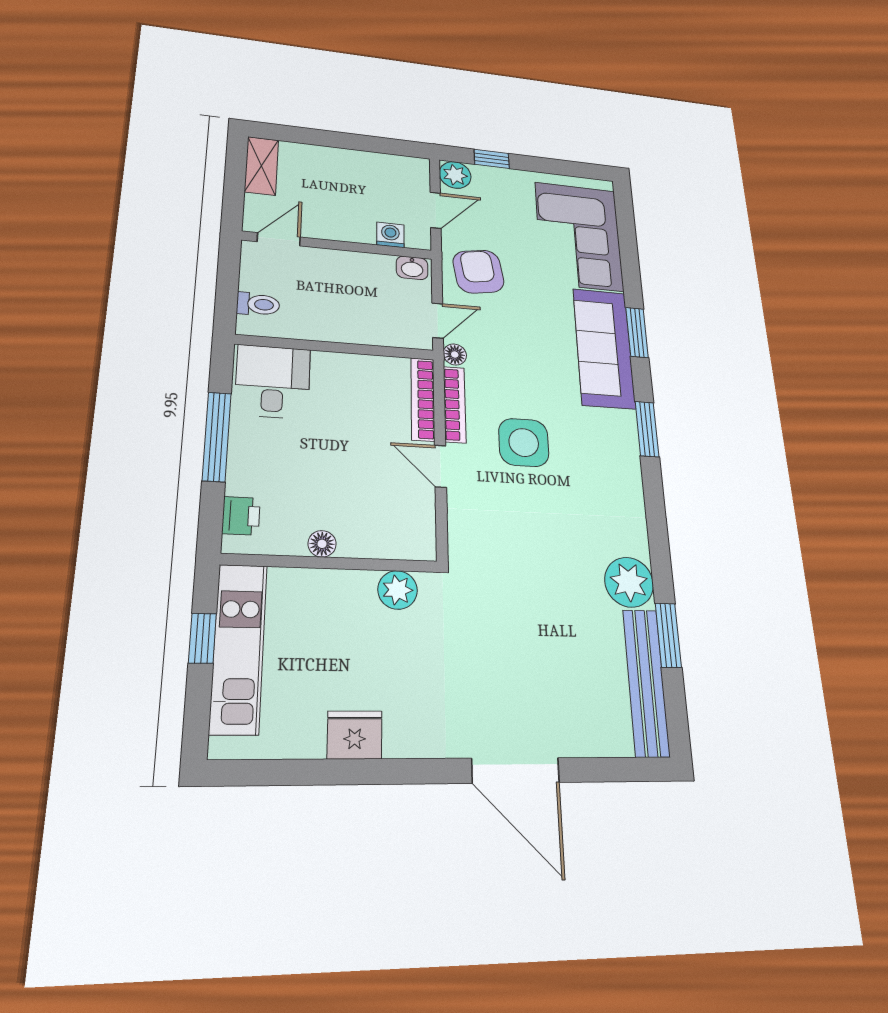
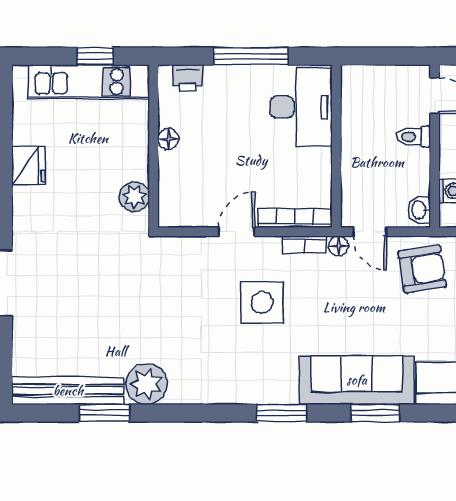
toilet: (258, 304) -> (413, 137), moved, turned 90
desk: (273, 382) -> (301, 107), width x1.37
bookcase: (455, 404) -> (304, 245), width x0.64

